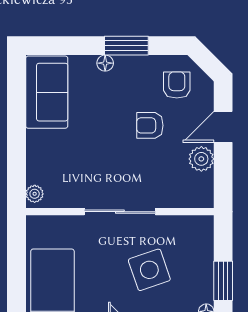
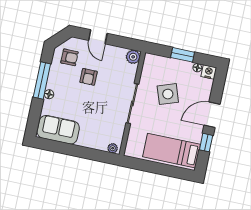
window: (126, 46) -> (42, 80), width x1.44
armchair: (177, 85) -> (69, 57), turned 180
plant: (201, 159) -> (133, 57), moved

